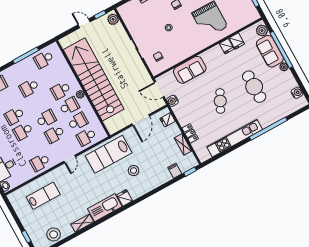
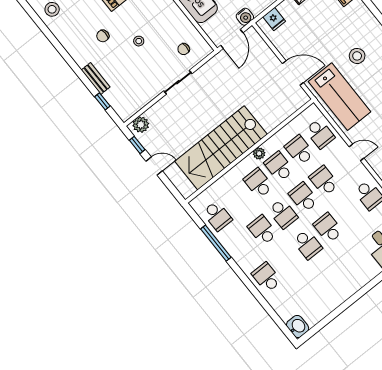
door: (84, 23) -> (154, 166), swing flipped
stairs: (94, 79) -> (221, 148), width x0.73
school desk: (29, 88) -> (262, 230), turned 180
school desk: (61, 90) -> (258, 183), turned 180
school desk: (38, 103) -> (283, 214), added
door: (141, 120) -> (293, 73), moved
school desk: (23, 131) -> (328, 228), turned 180
school desk: (55, 134) -> (324, 181), turned 180

